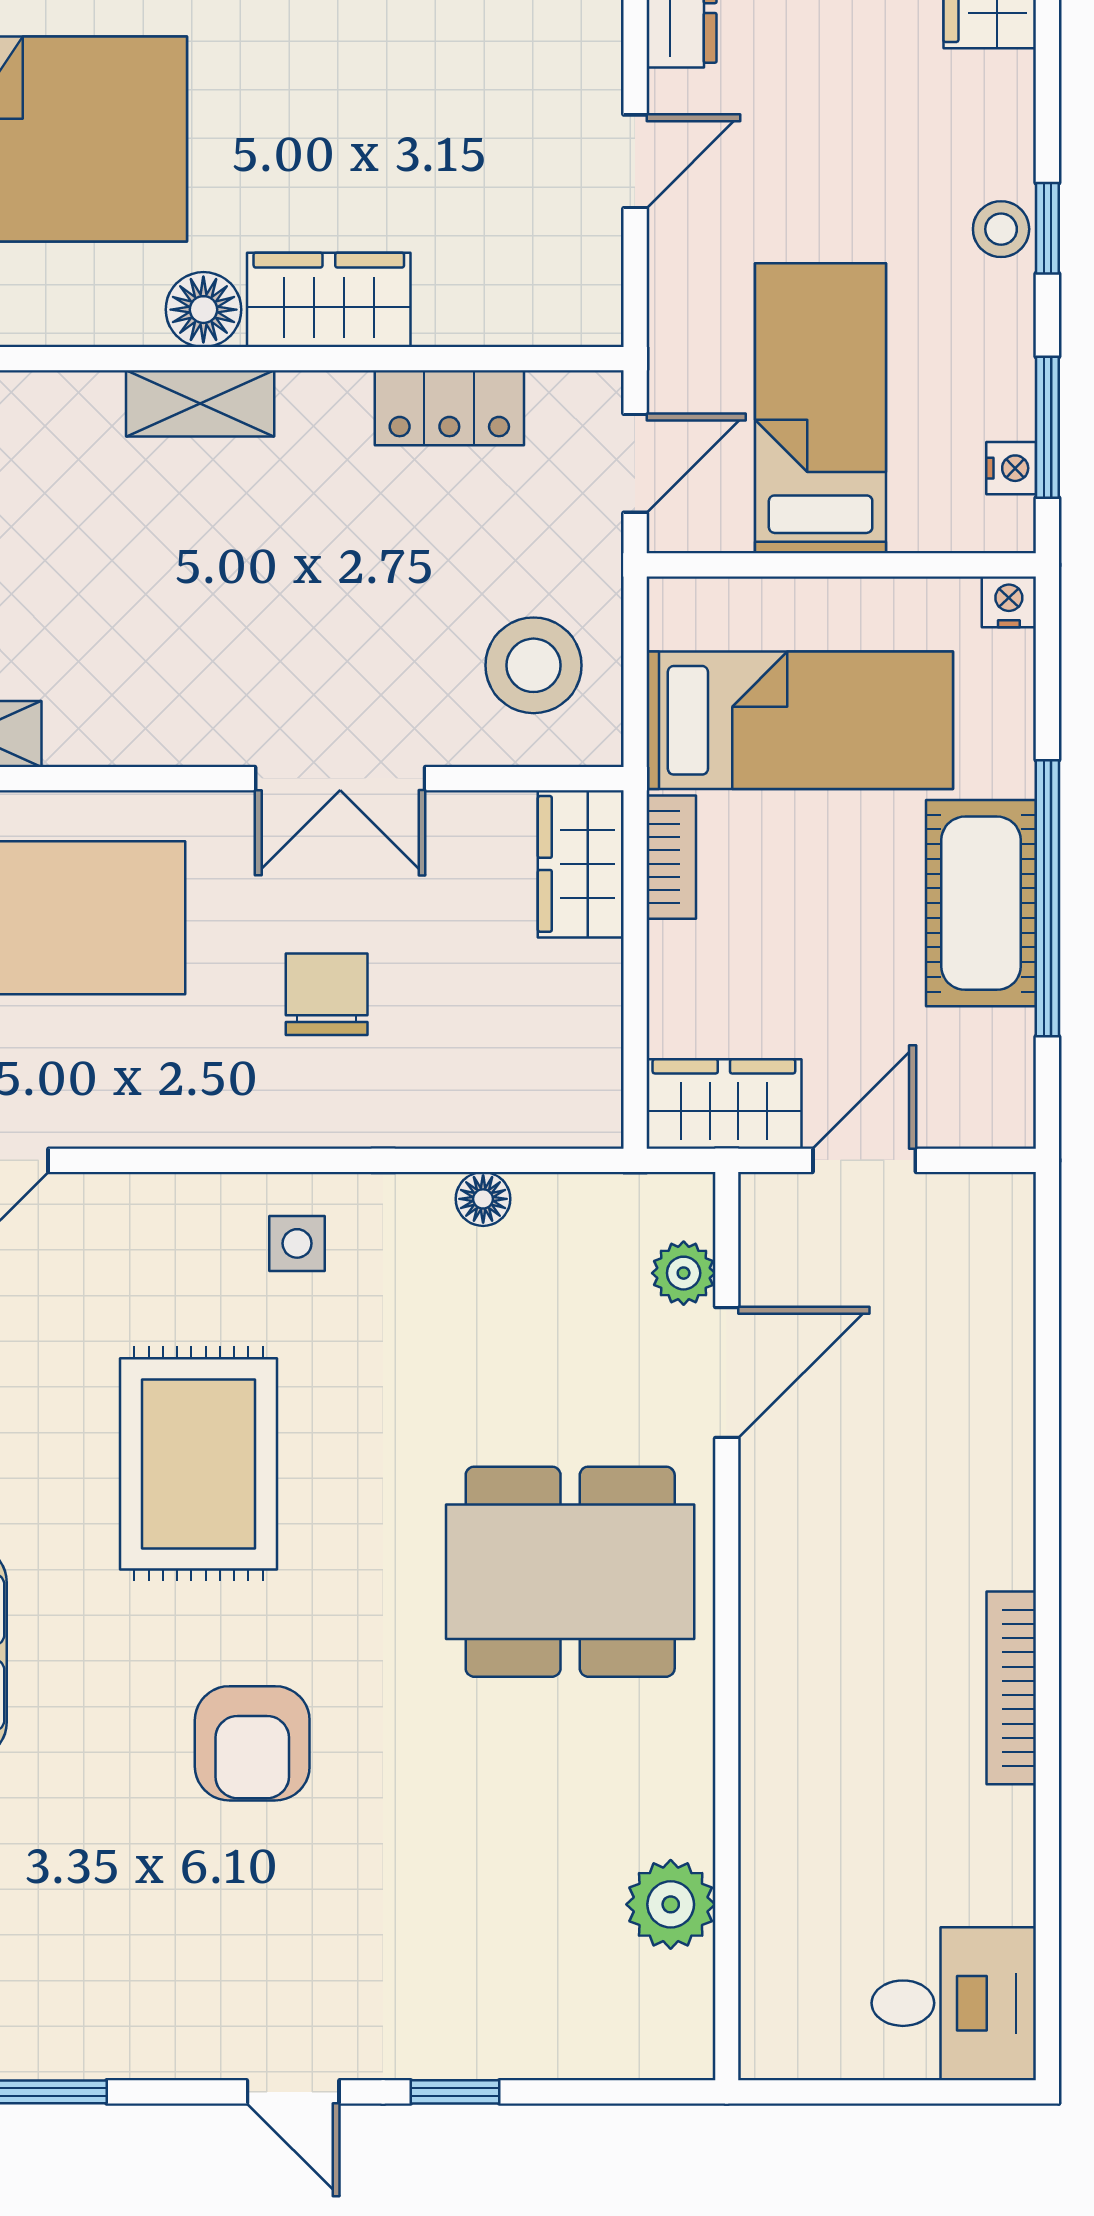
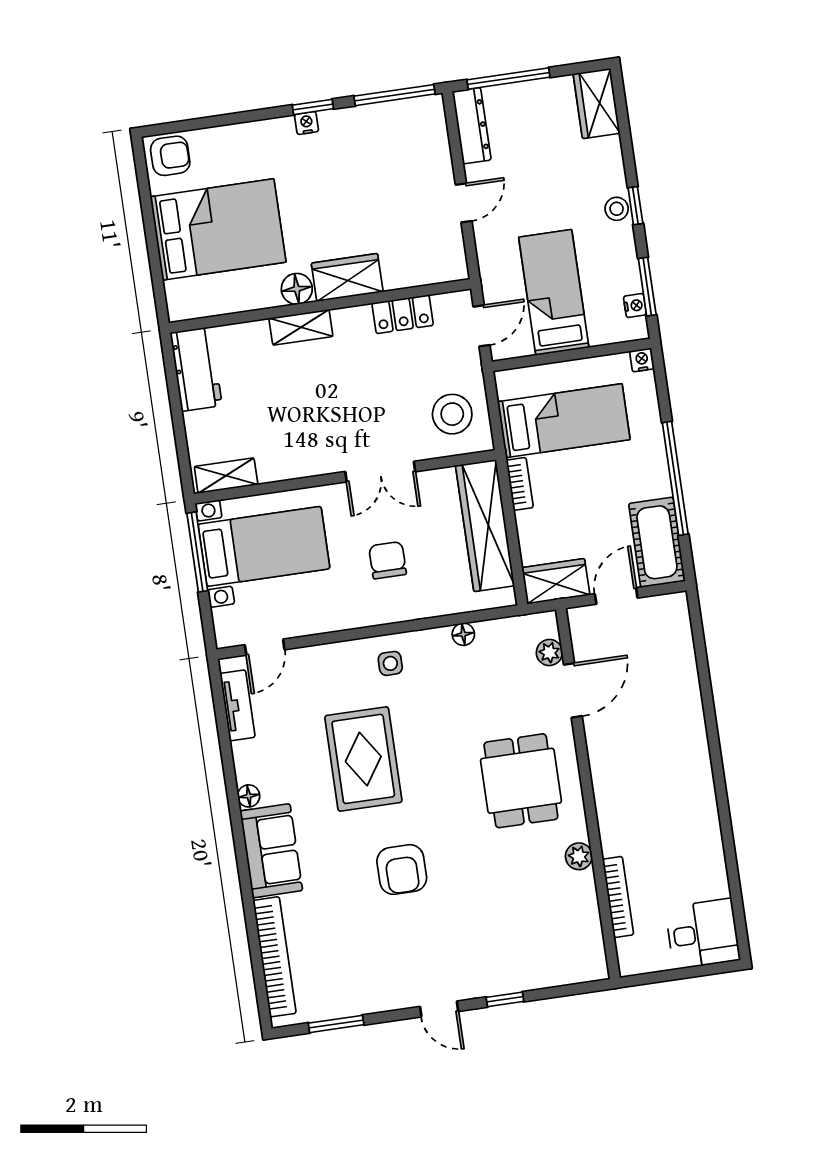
wardrobe: (581, 864) -> (485, 526), width x2.10, depth x1.17
cot: (981, 903) -> (657, 542), moved
dining table: (570, 1572) -> (521, 781), width x0.73
bookcase: (1011, 1688) -> (618, 897), moved, turned 180
plant: (671, 1904) -> (579, 856), moved, width x0.73, depth x0.73

